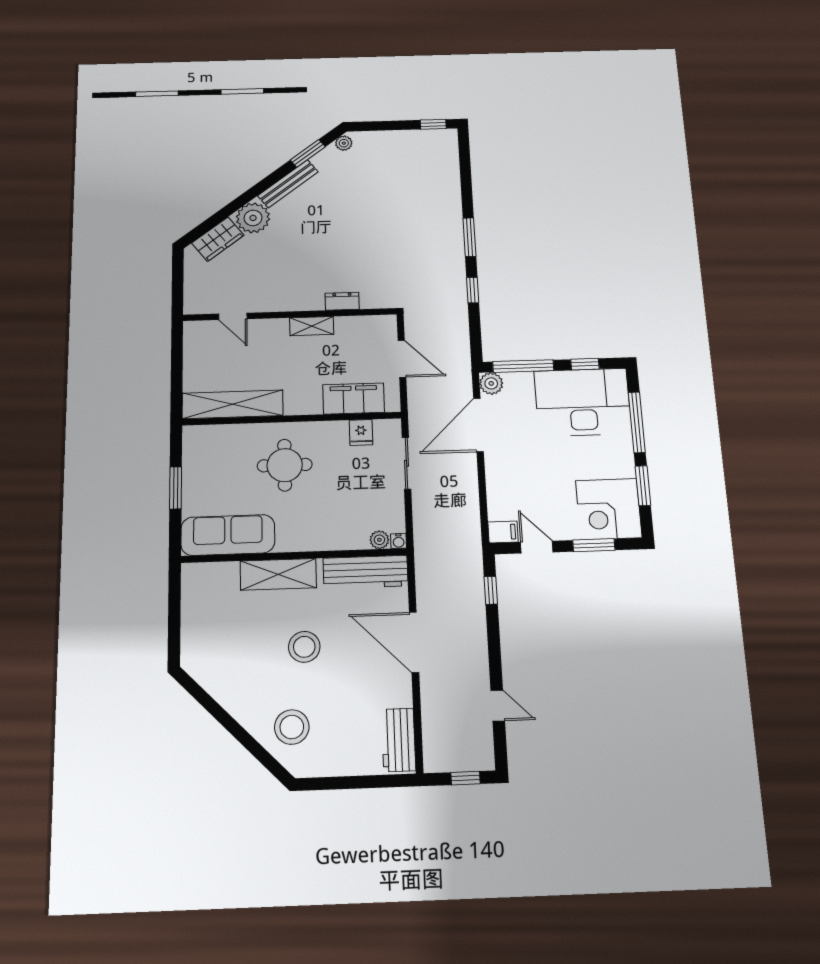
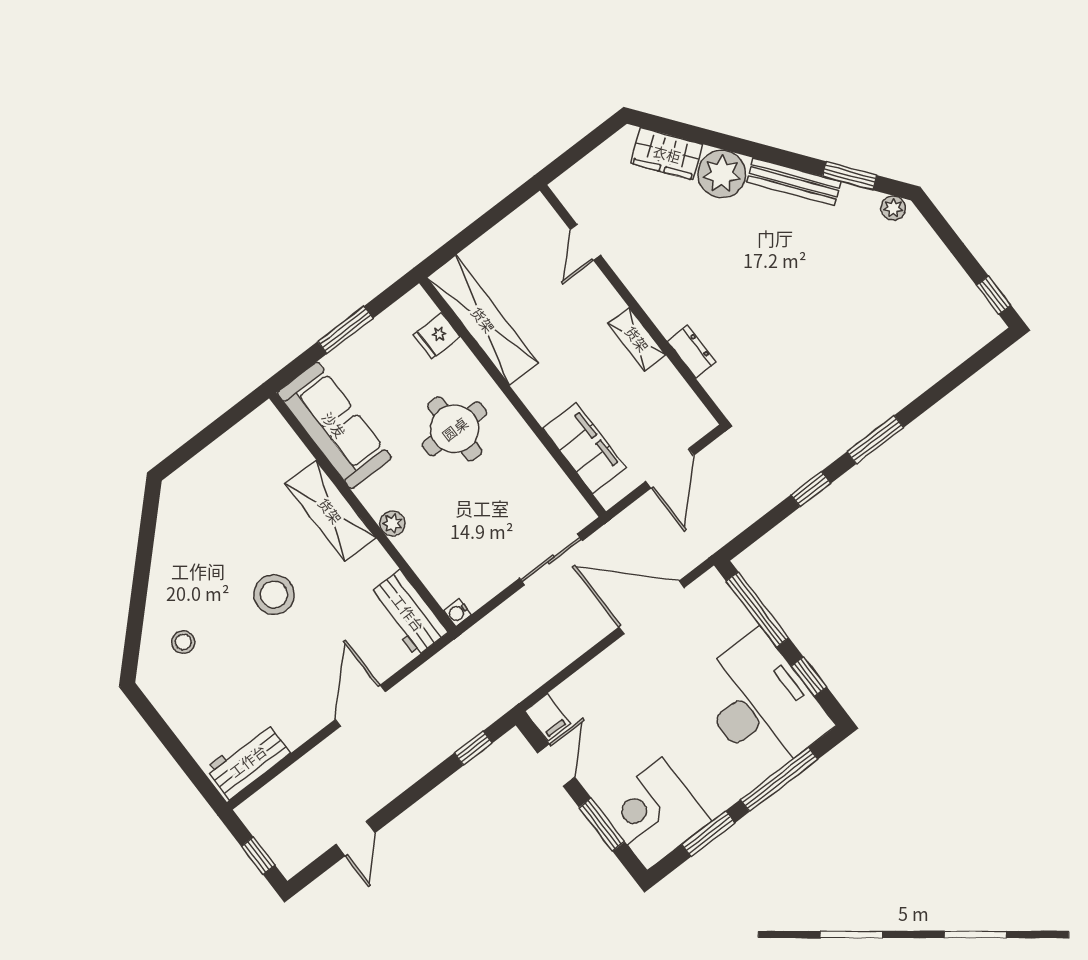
plant: (491, 383) -> (711, 588), removed
fridge: (361, 432) -> (437, 336), moved
plant: (379, 540) -> (393, 523), moved
workbench: (366, 572) -> (408, 613), width x0.73
door: (414, 642) -> (360, 706), width x0.73
stool: (292, 727) -> (183, 642), width x0.53, depth x0.53

